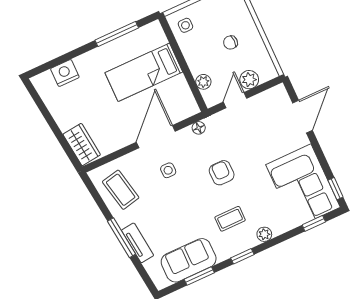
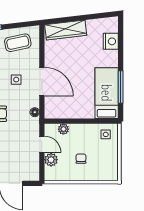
bed: (144, 72) -> (107, 93), moved
wardrobe: (82, 145) -> (66, 30), width x1.50

